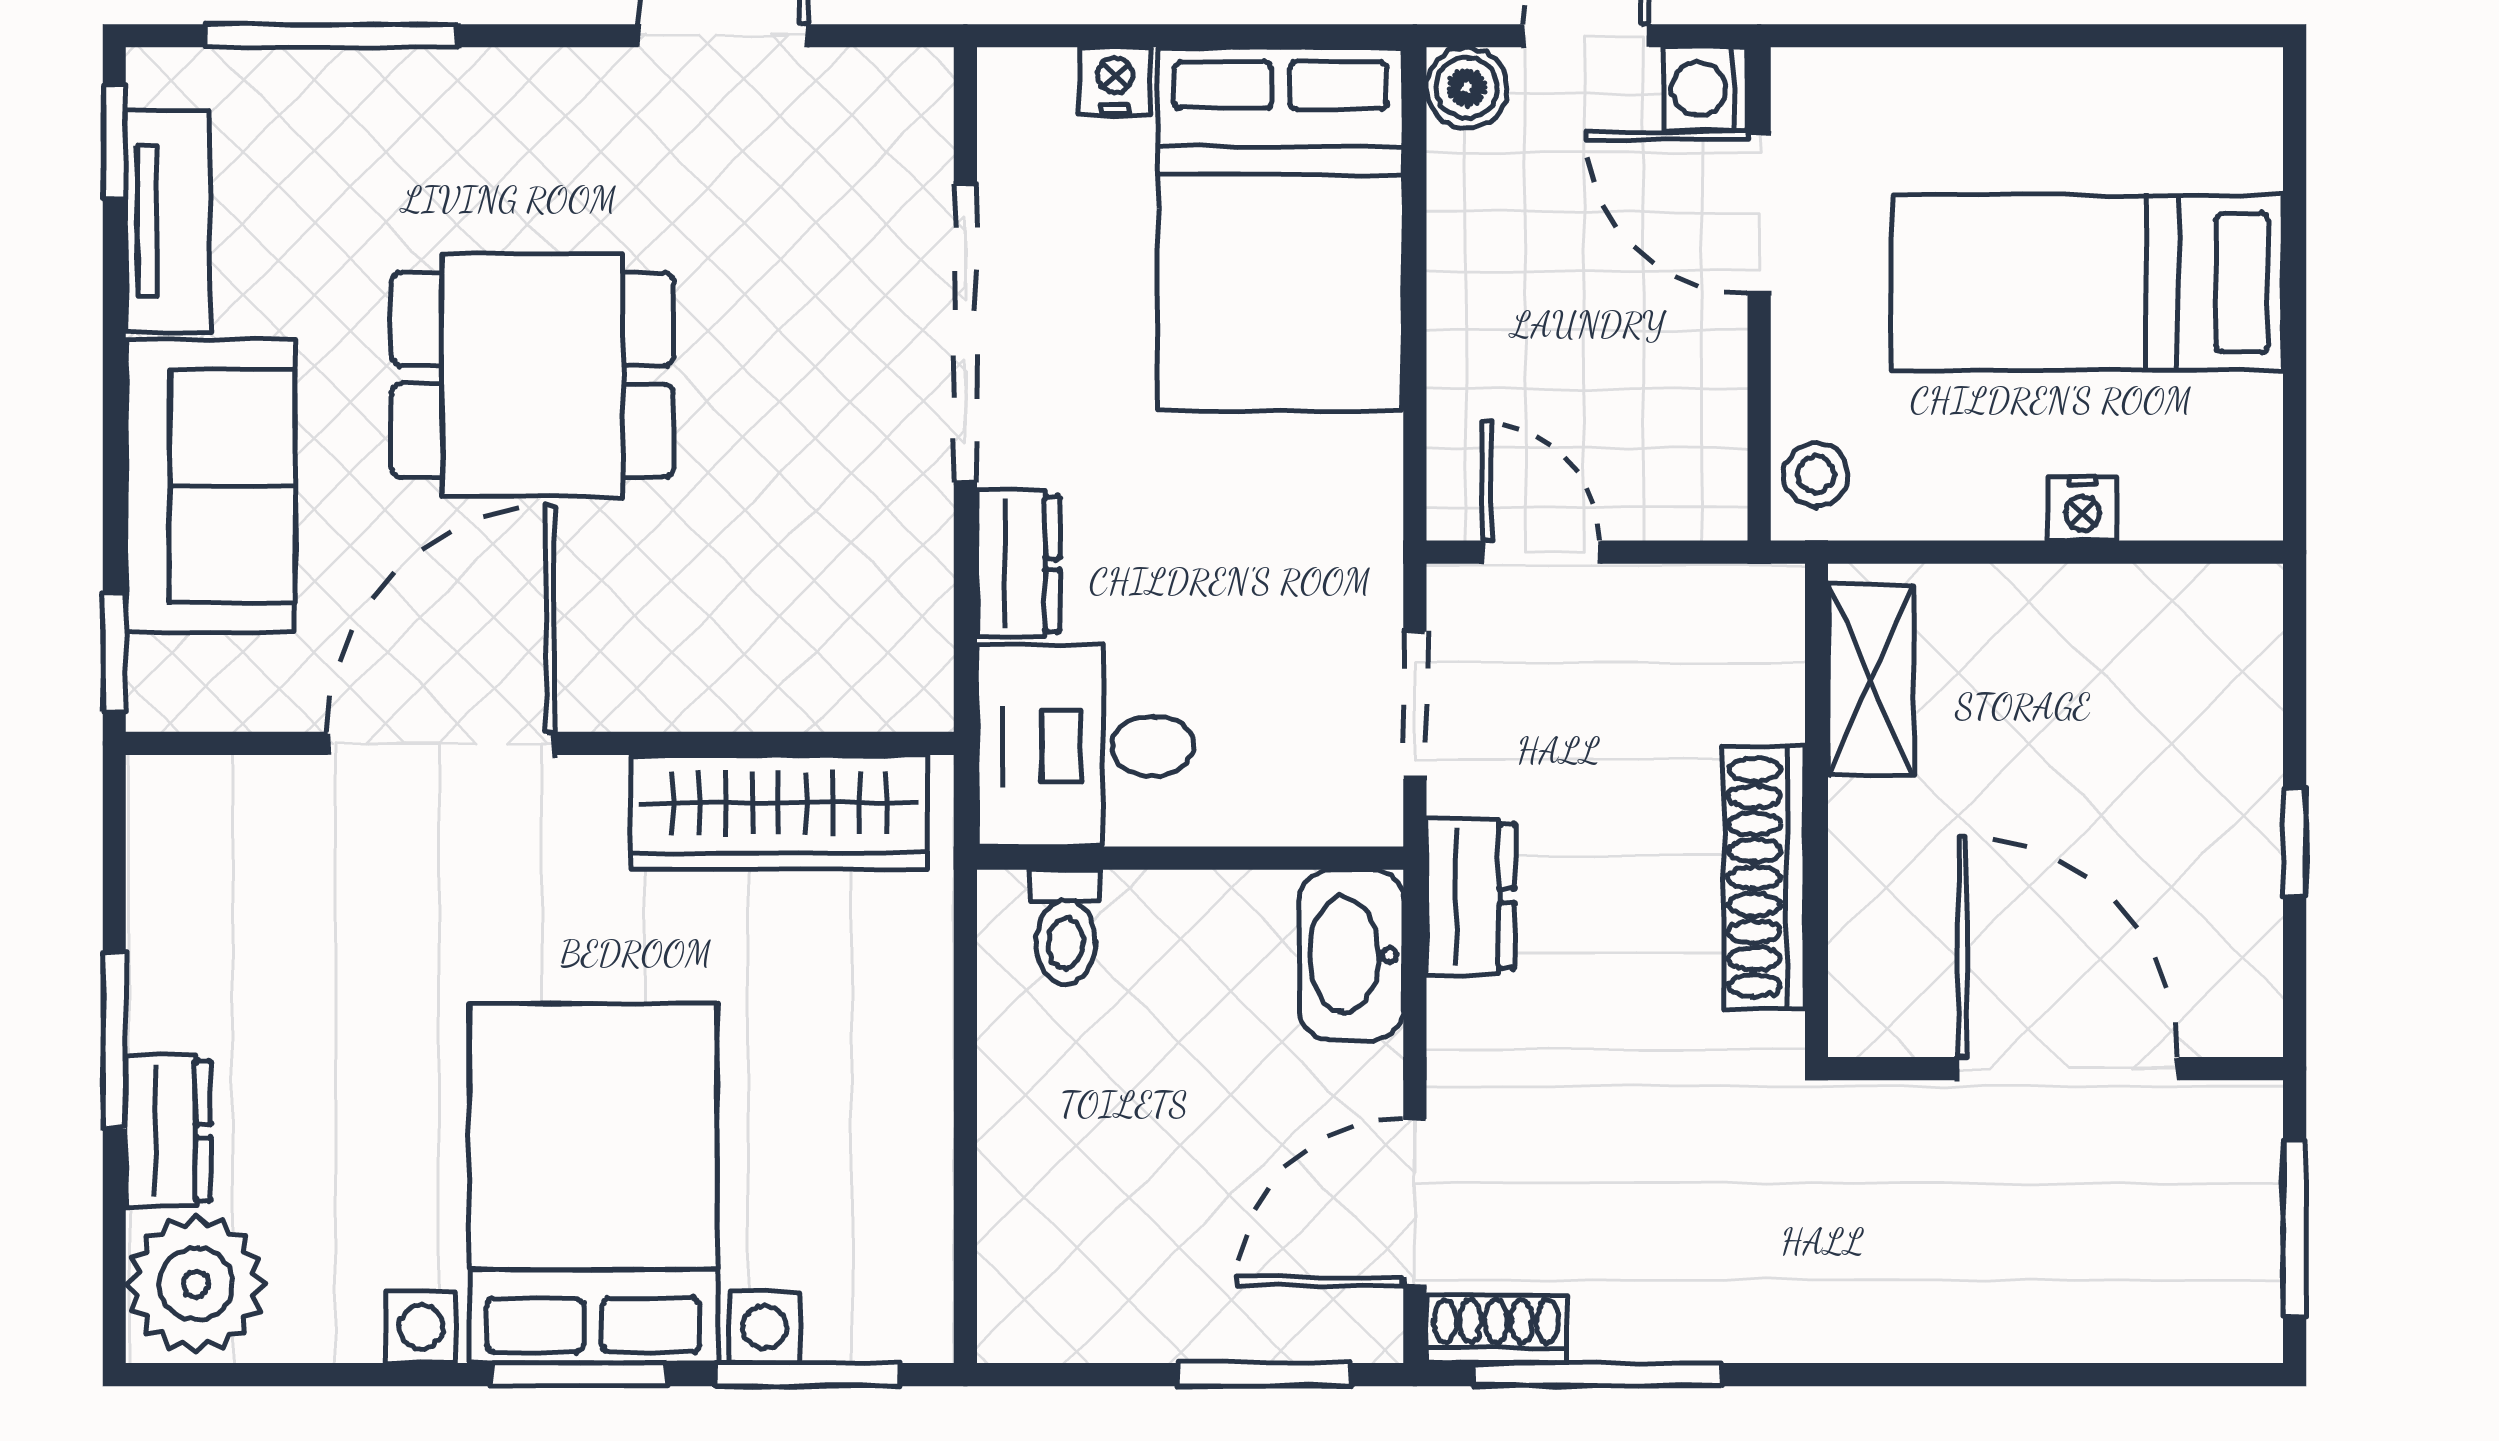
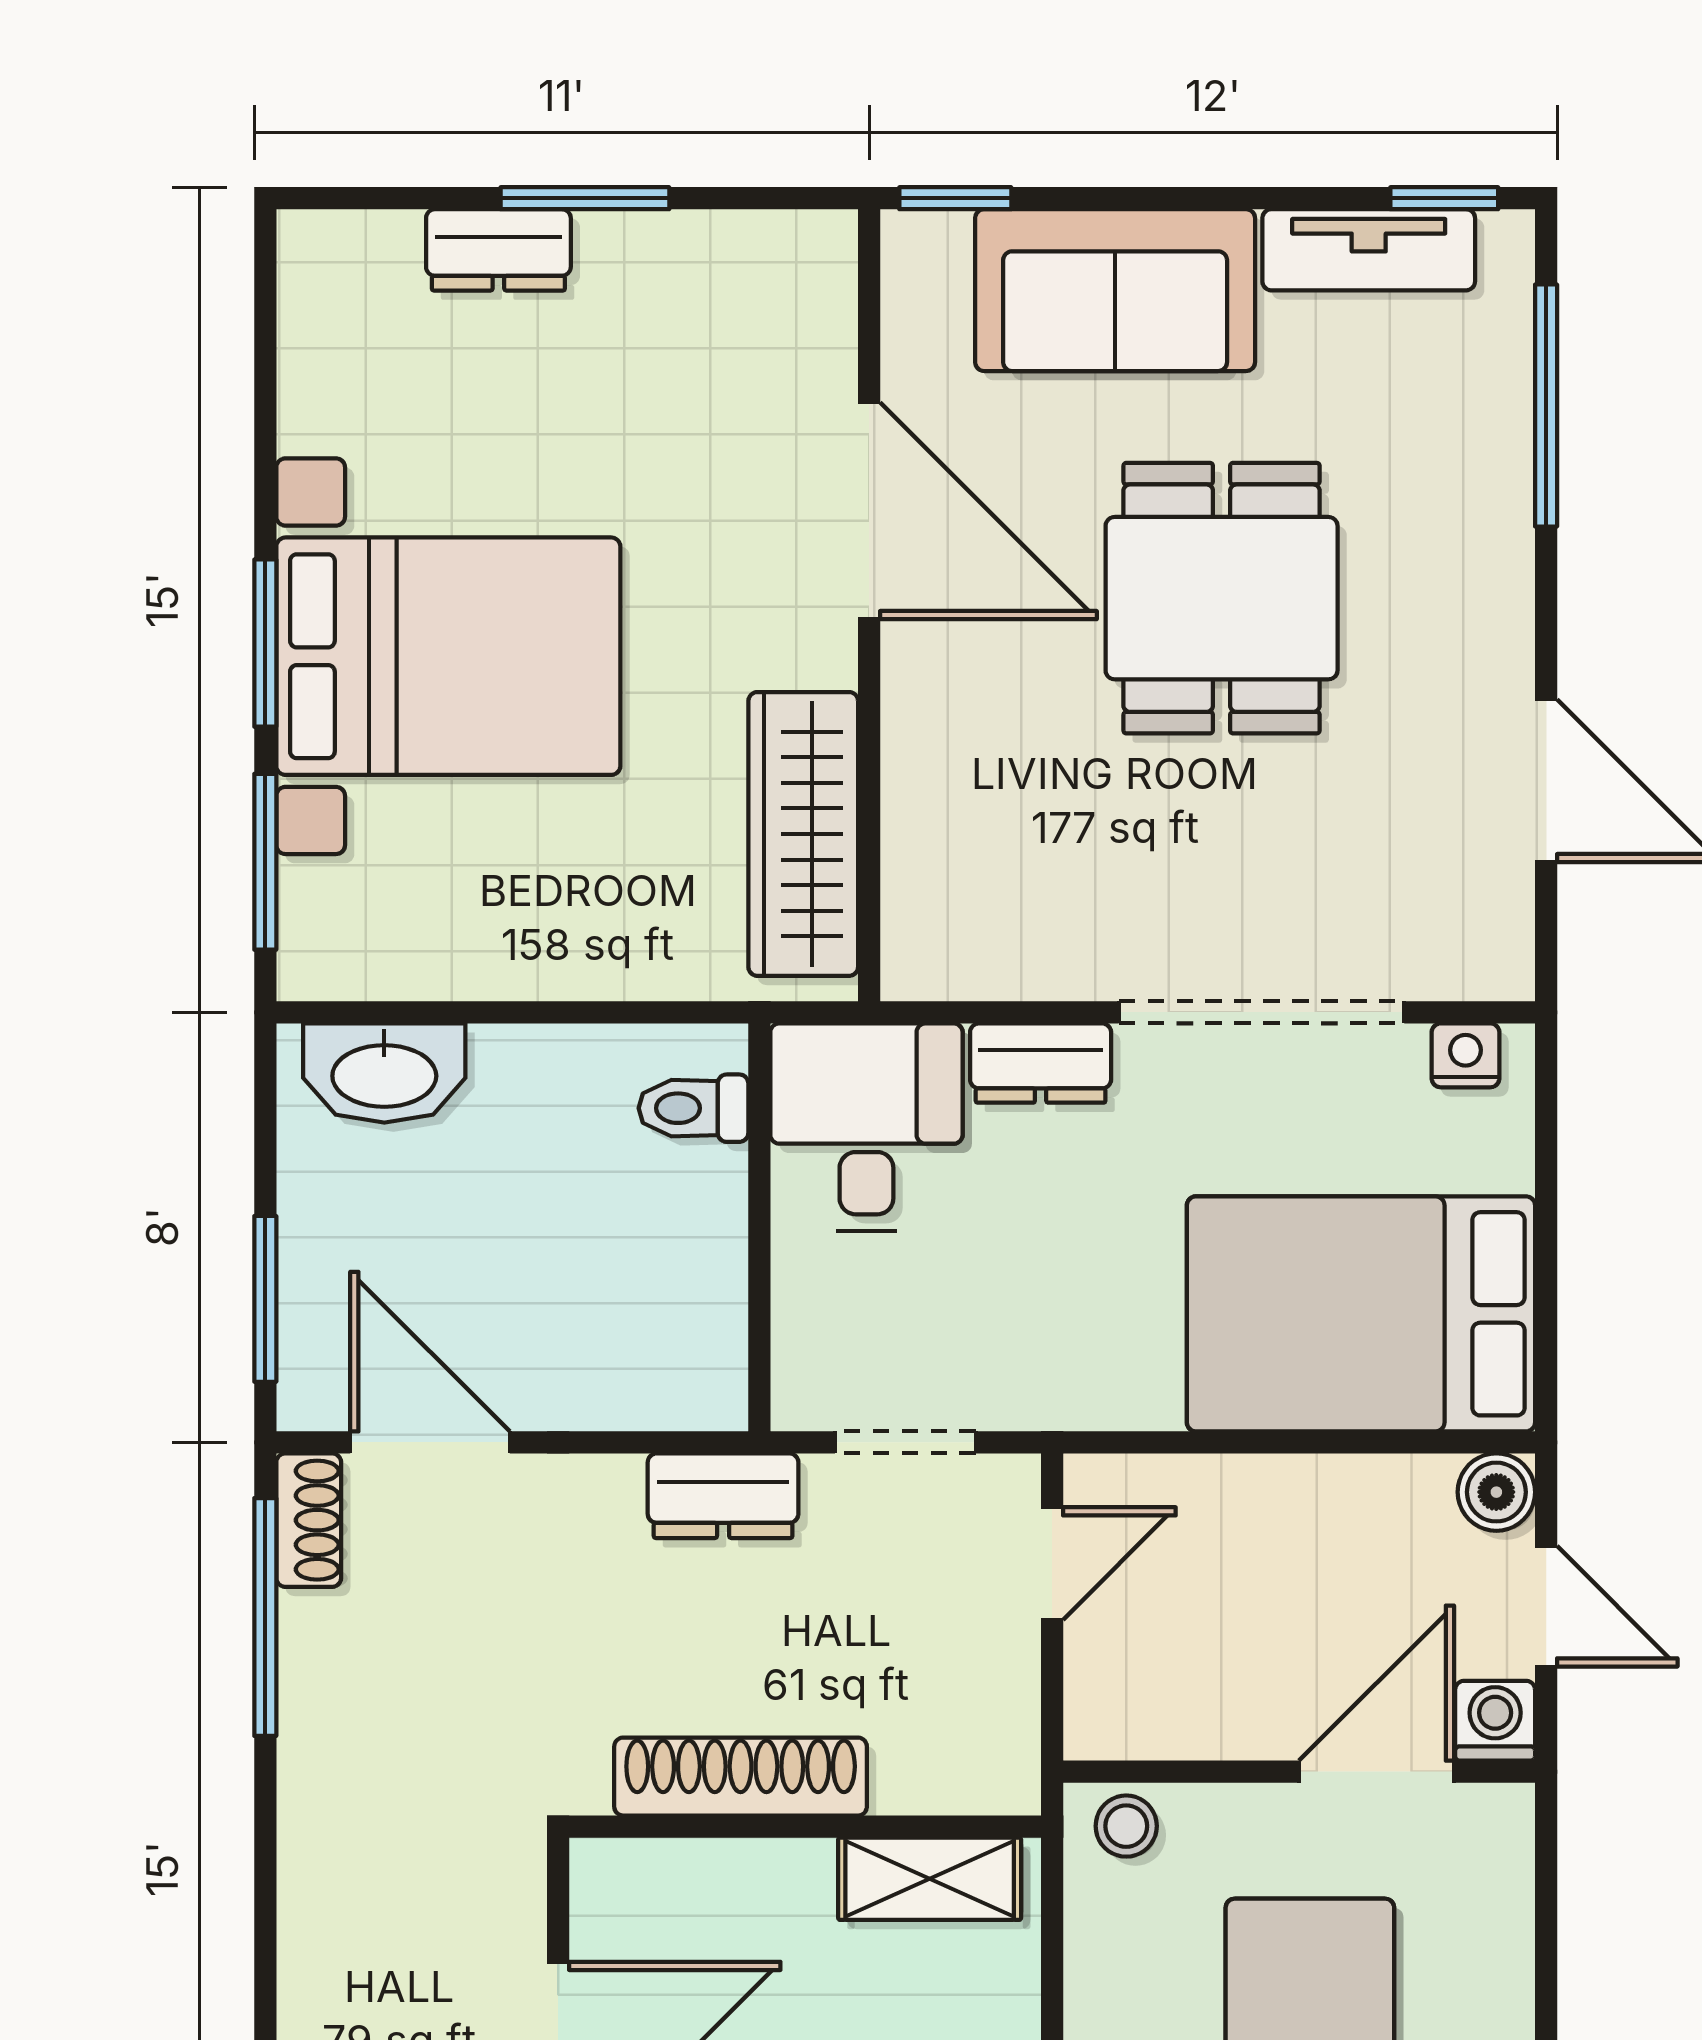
nightstand: (1115, 81) -> (1466, 1055), moved, turned -90
washbasin: (1351, 955) -> (384, 1073), moved, turned 180
plant: (196, 1284) -> (352, 276), removed

